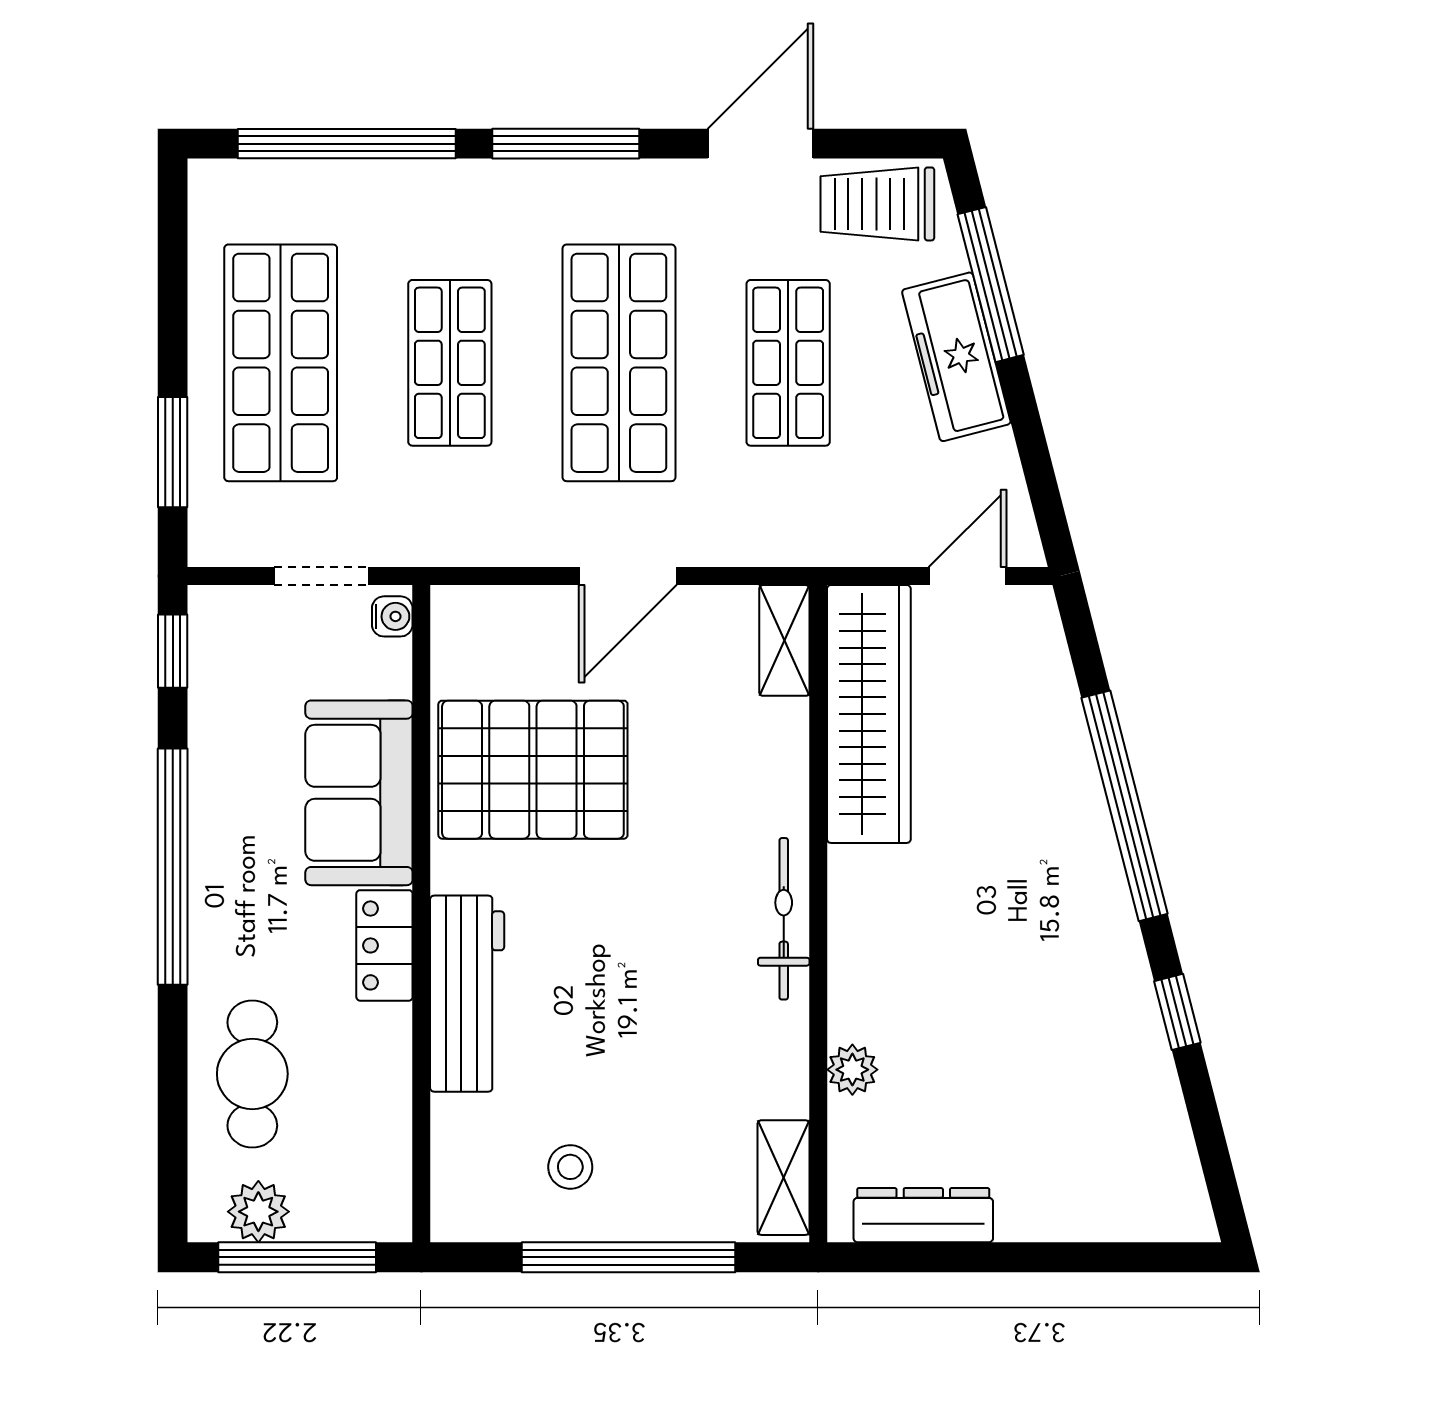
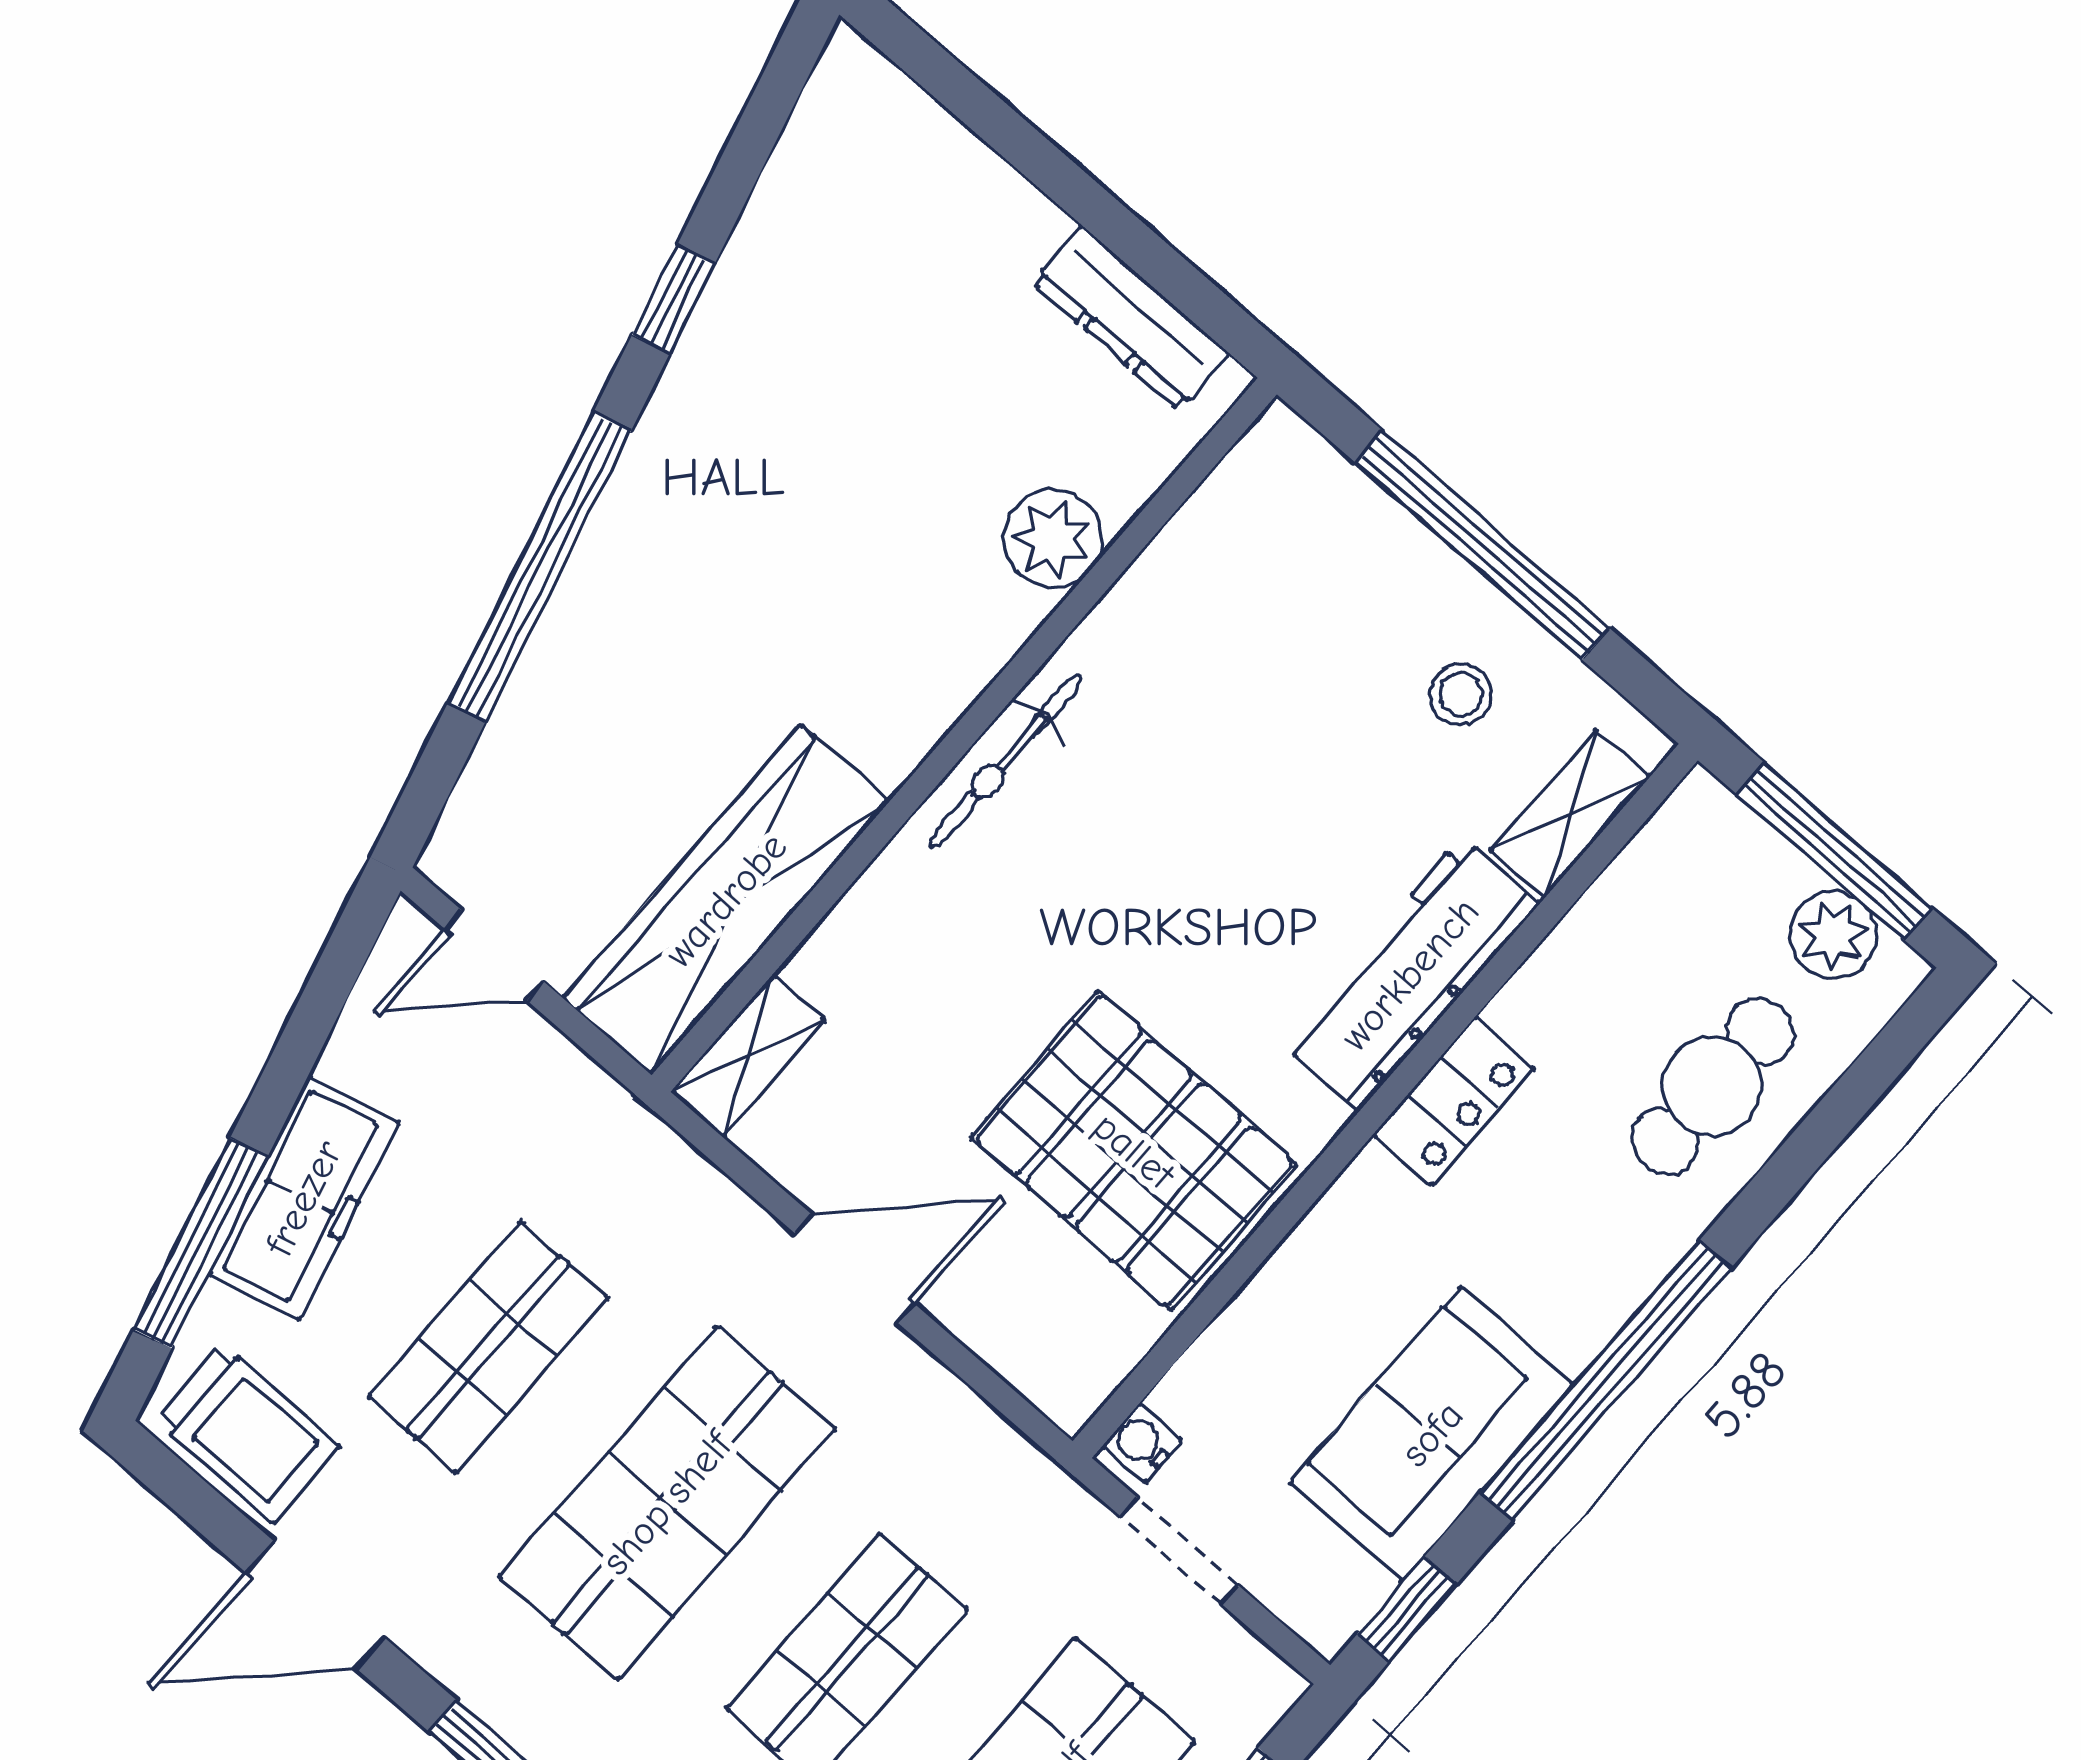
sofa: (359, 793) -> (1432, 1434), moved, turned 180
plant: (852, 1070) -> (1053, 539), width x1.38, depth x1.38
shelving: (783, 1178) -> (1570, 814), moved

